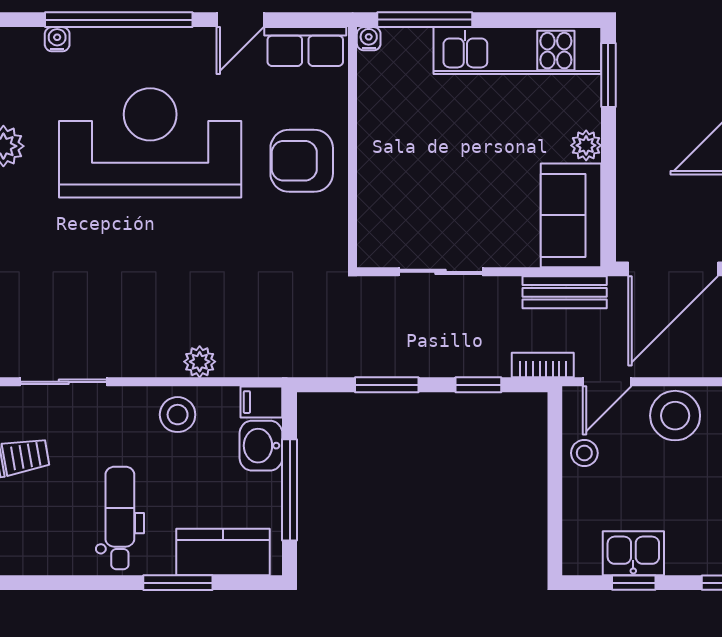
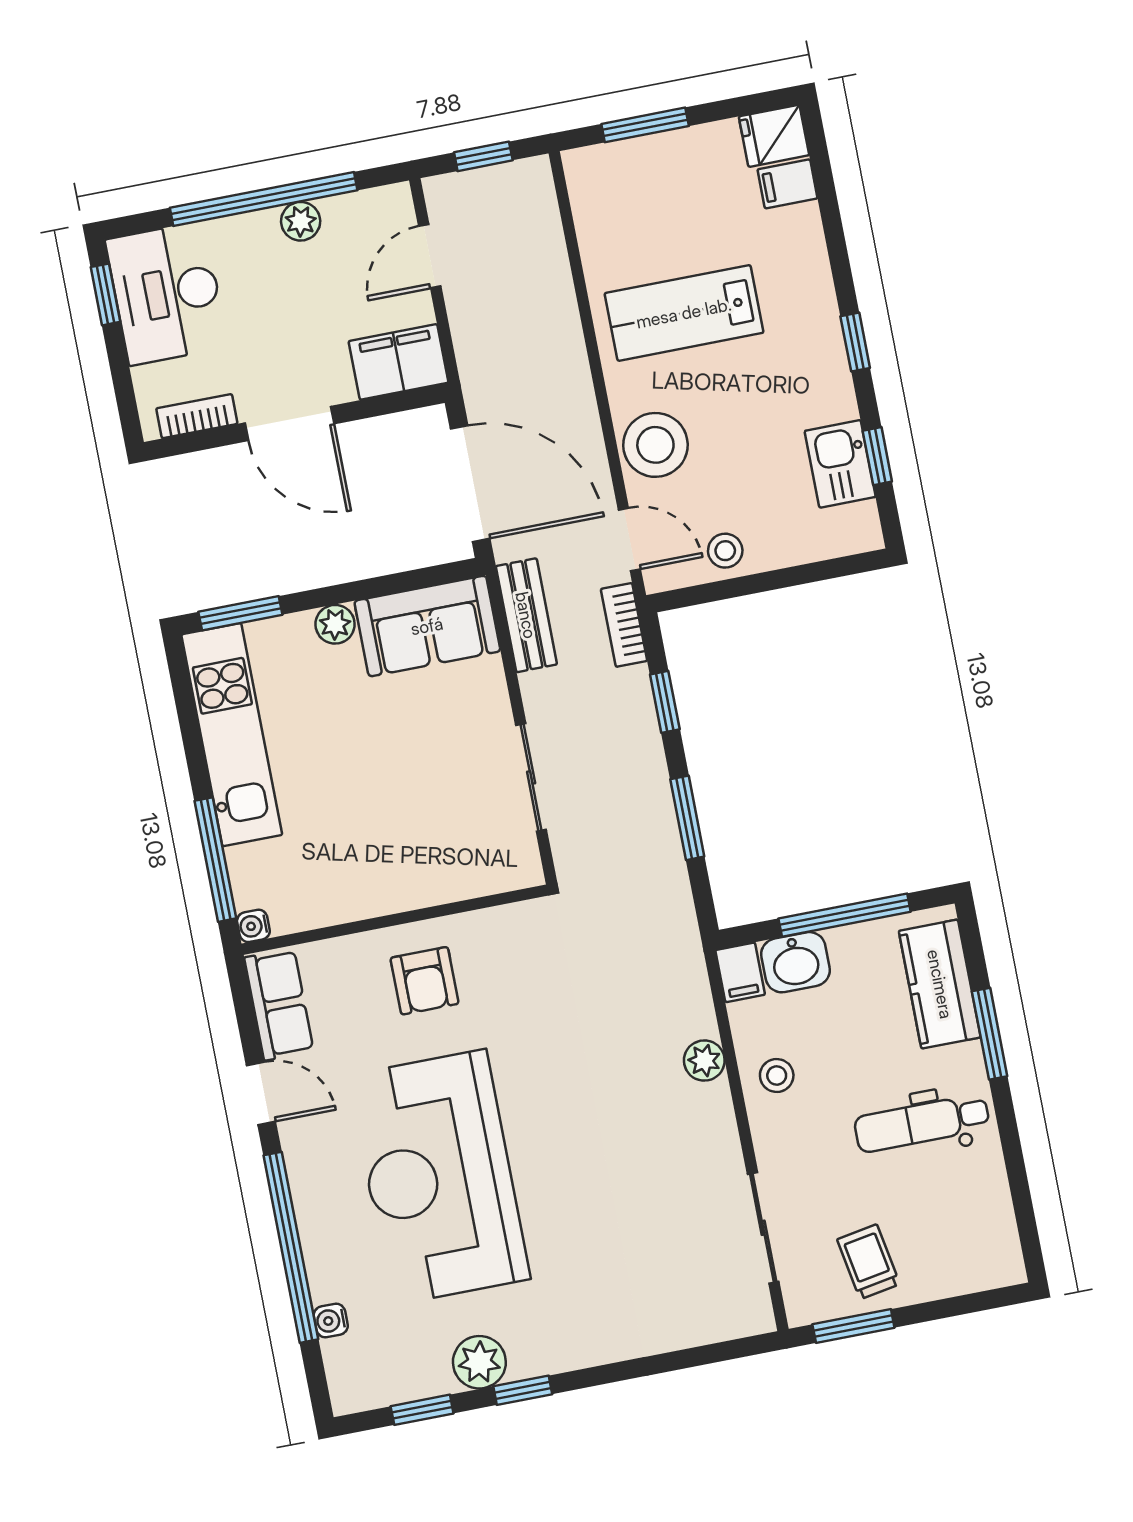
armchair: (302, 161) -> (425, 981), width x0.72, depth x0.72
stool: (178, 415) -> (777, 1076), width x0.73, depth x0.73

